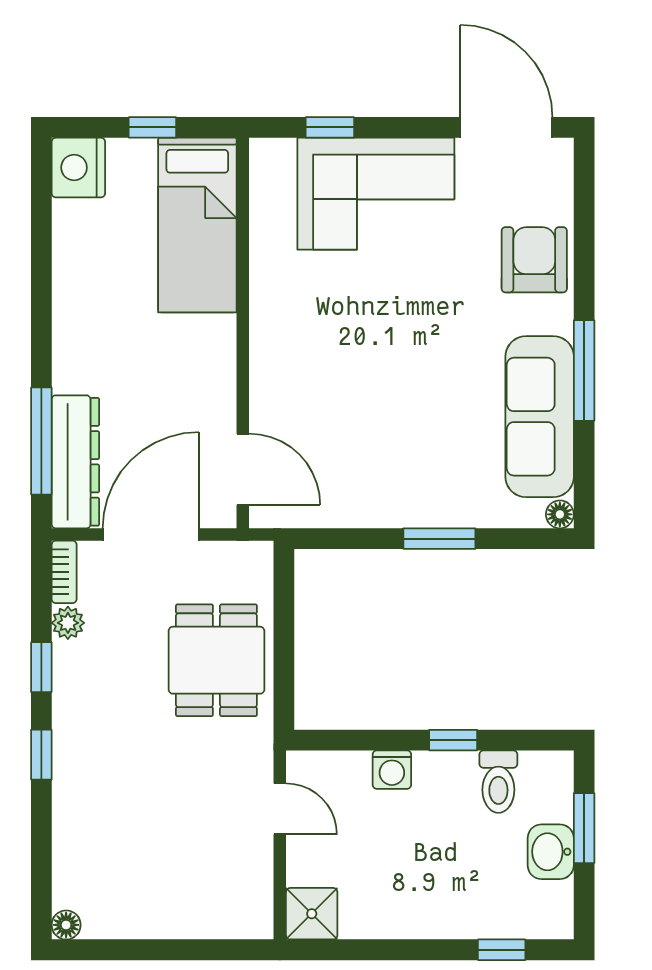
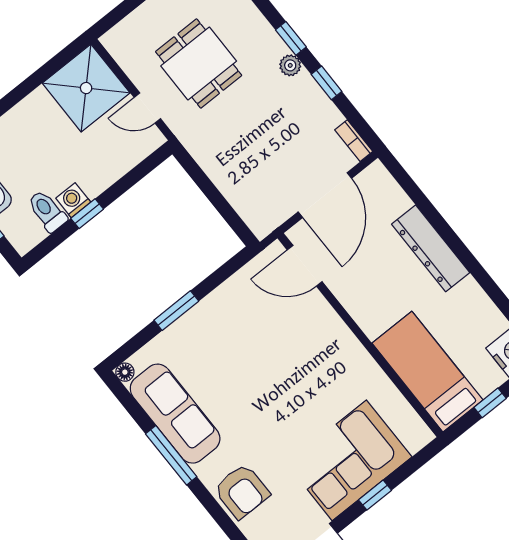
window: (330, 127) -> (375, 495), moved
window: (41, 441) -> (419, 198), removed
dresser: (75, 462) -> (431, 248), moved
plant: (68, 623) -> (290, 65), moved
dining table: (216, 660) -> (199, 64), moved
washing machine: (392, 770) -> (73, 200), moved
shower: (312, 914) -> (86, 88), width x1.86, depth x1.86

